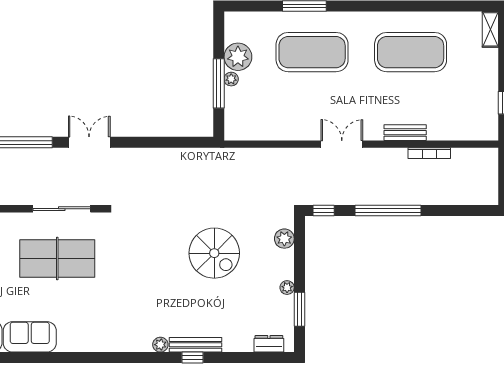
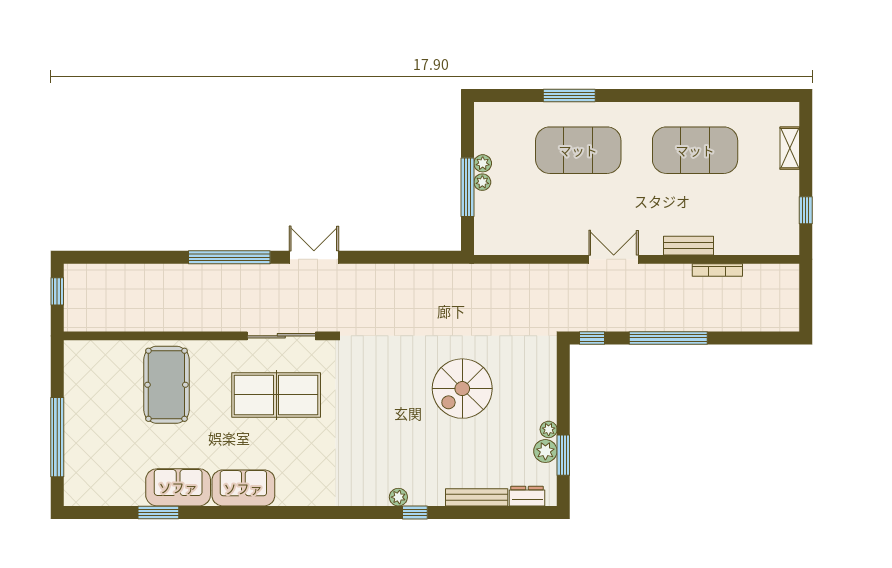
shelving: (490, 29) -> (790, 148), moved
plant: (238, 57) -> (483, 163), width x0.53, depth x0.53
plant: (284, 239) -> (545, 451), moved
spiral stairs: (214, 253) -> (462, 389), turned 90
bench: (196, 345) -> (477, 497), moved
window: (192, 357) -> (415, 512), moved

